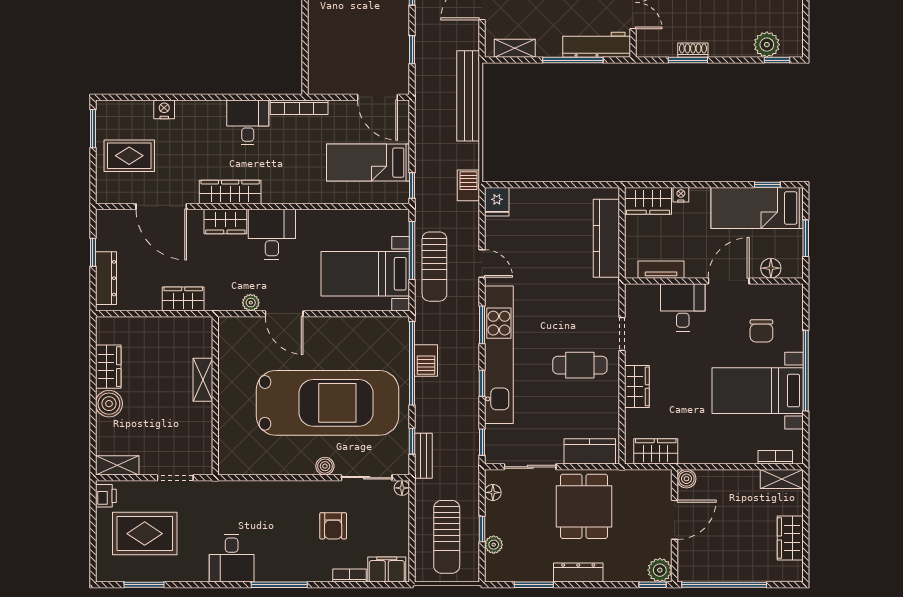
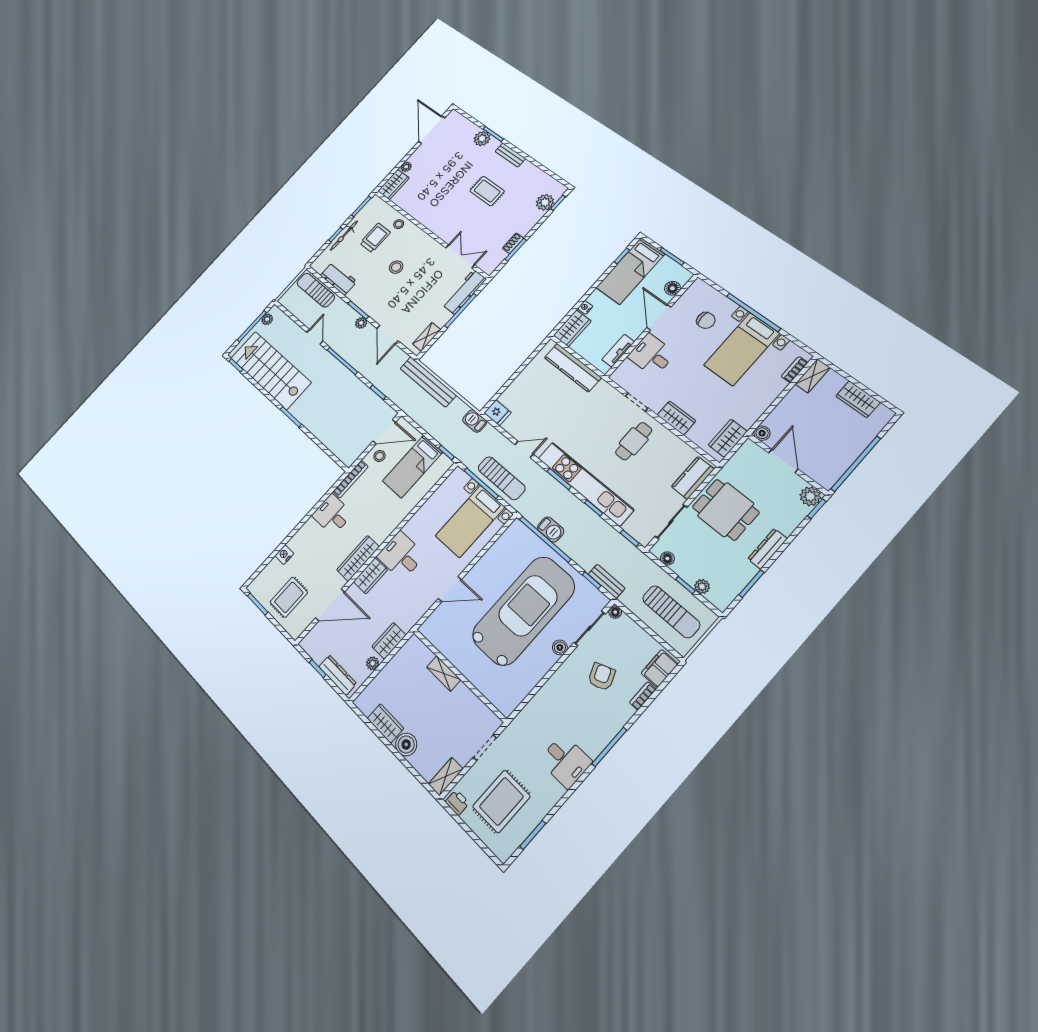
stool: (349, 116) -> (380, 456), added
plant: (251, 303) -> (373, 663), moved
armchair: (333, 526) -> (602, 677), turned -111

